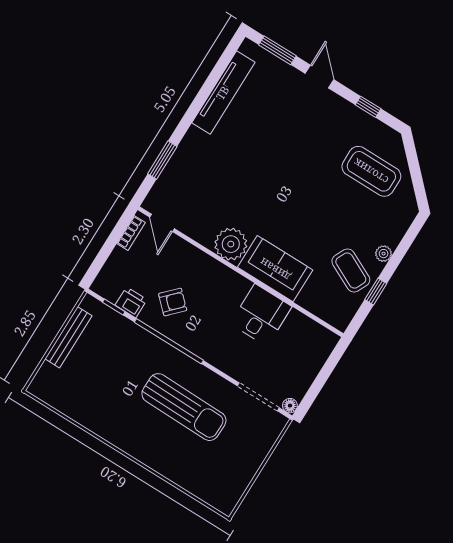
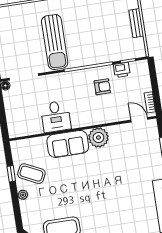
armchair: (173, 302) -> (102, 87), turned -134
bench: (68, 337) -> (136, 23), width x0.73
sun lounger: (184, 407) -> (55, 42), turned -91

